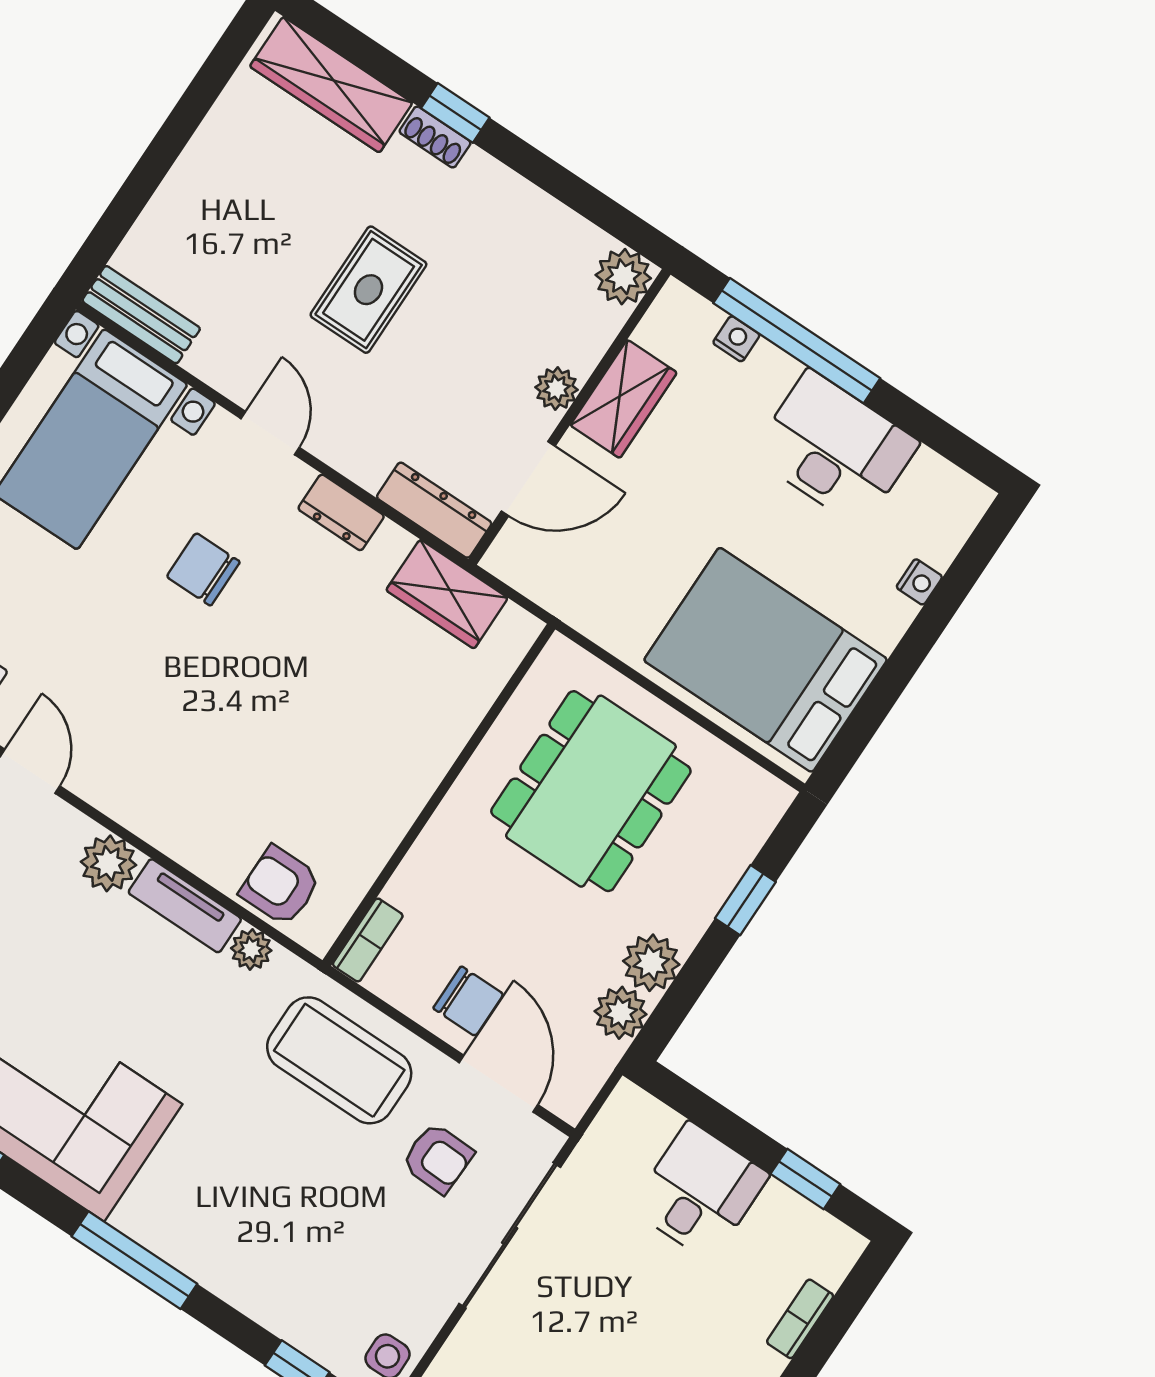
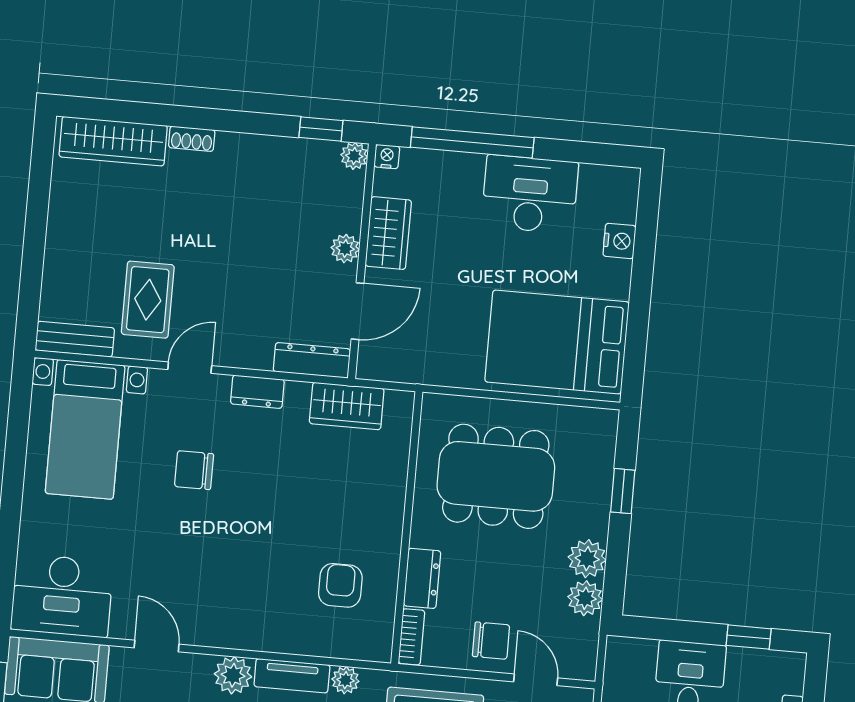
window: (455, 113) -> (321, 129), moved
plant: (623, 277) -> (354, 156), width x0.73, depth x0.73
rug: (368, 290) -> (148, 300), moved
nightstand: (736, 339) -> (387, 157), moved
door: (270, 433) -> (190, 368), hinge flipped
nightstand: (919, 582) -> (619, 241), width x1.39, depth x1.35
dining table: (591, 791) -> (496, 476), turned 90
dresser: (423, 871) -> (422, 578), added
armchair: (280, 886) -> (340, 585), moved, turned 90
door: (498, 1084) -> (536, 680), width x0.73

